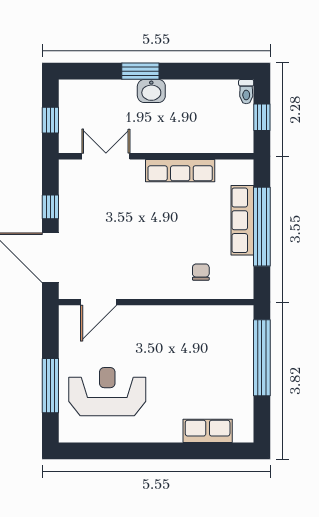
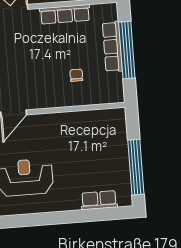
chair: (201, 272) -> (76, 75), moved
window: (262, 358) -> (136, 167), moved

